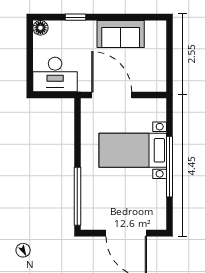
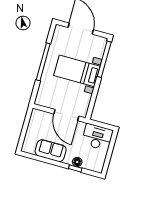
floor lamp: (40, 28) -> (77, 162), moved
bed with nightstands: (133, 150) -> (77, 71), moved, turned 180

